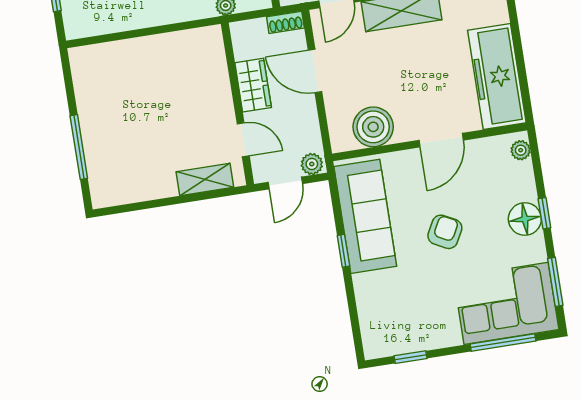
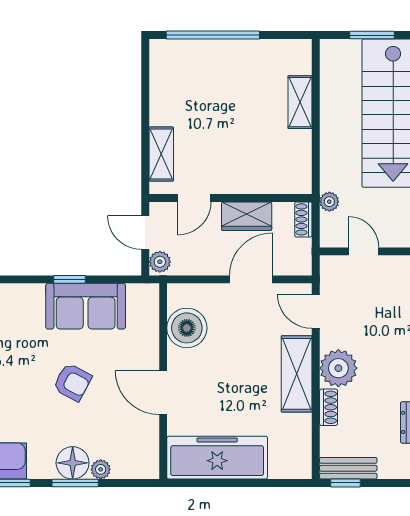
shoe rack: (285, 22) -> (303, 219), moved
shelving: (132, 50) -> (300, 102), added
window: (79, 147) -> (213, 35), width x1.46
plant: (521, 150) -> (101, 469), moved
window: (544, 213) -> (75, 483), width x1.50
sofa: (365, 216) -> (86, 306), width x0.73

